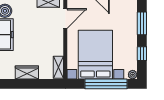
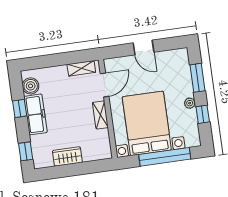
shelving: (58, 67) -> (100, 115), moved
plant: (133, 75) -> (190, 103), moved

